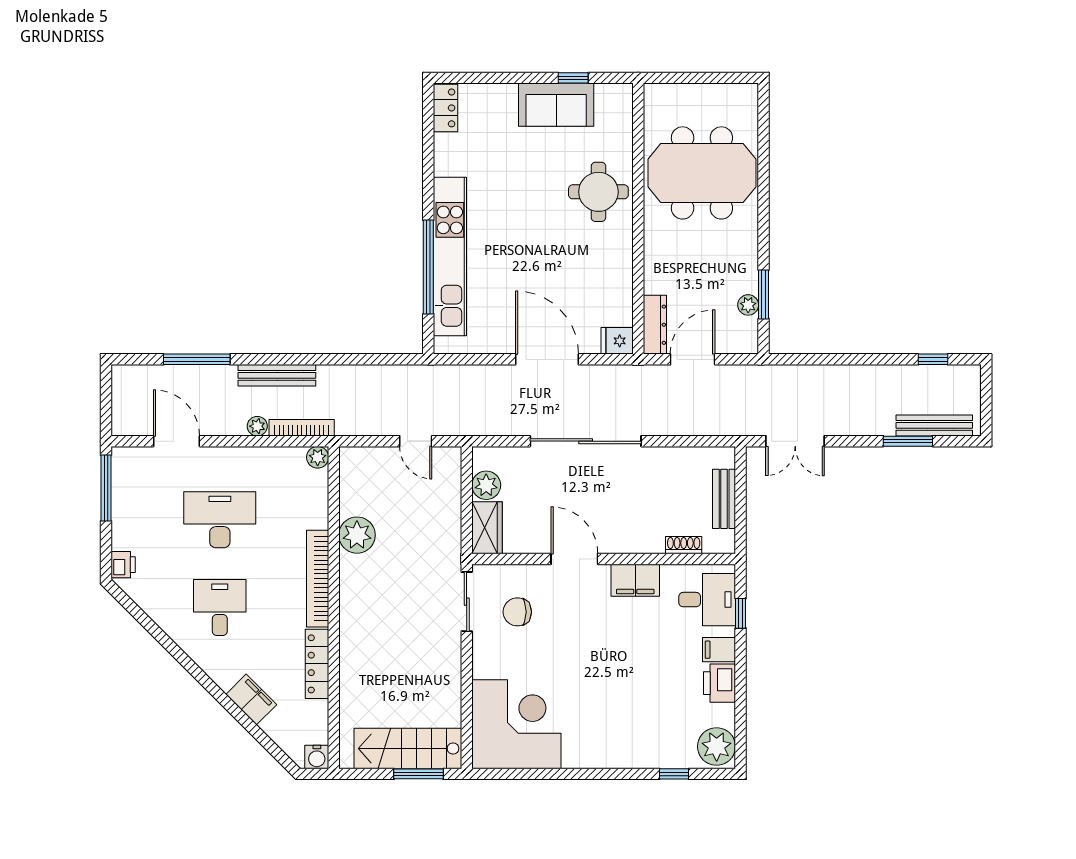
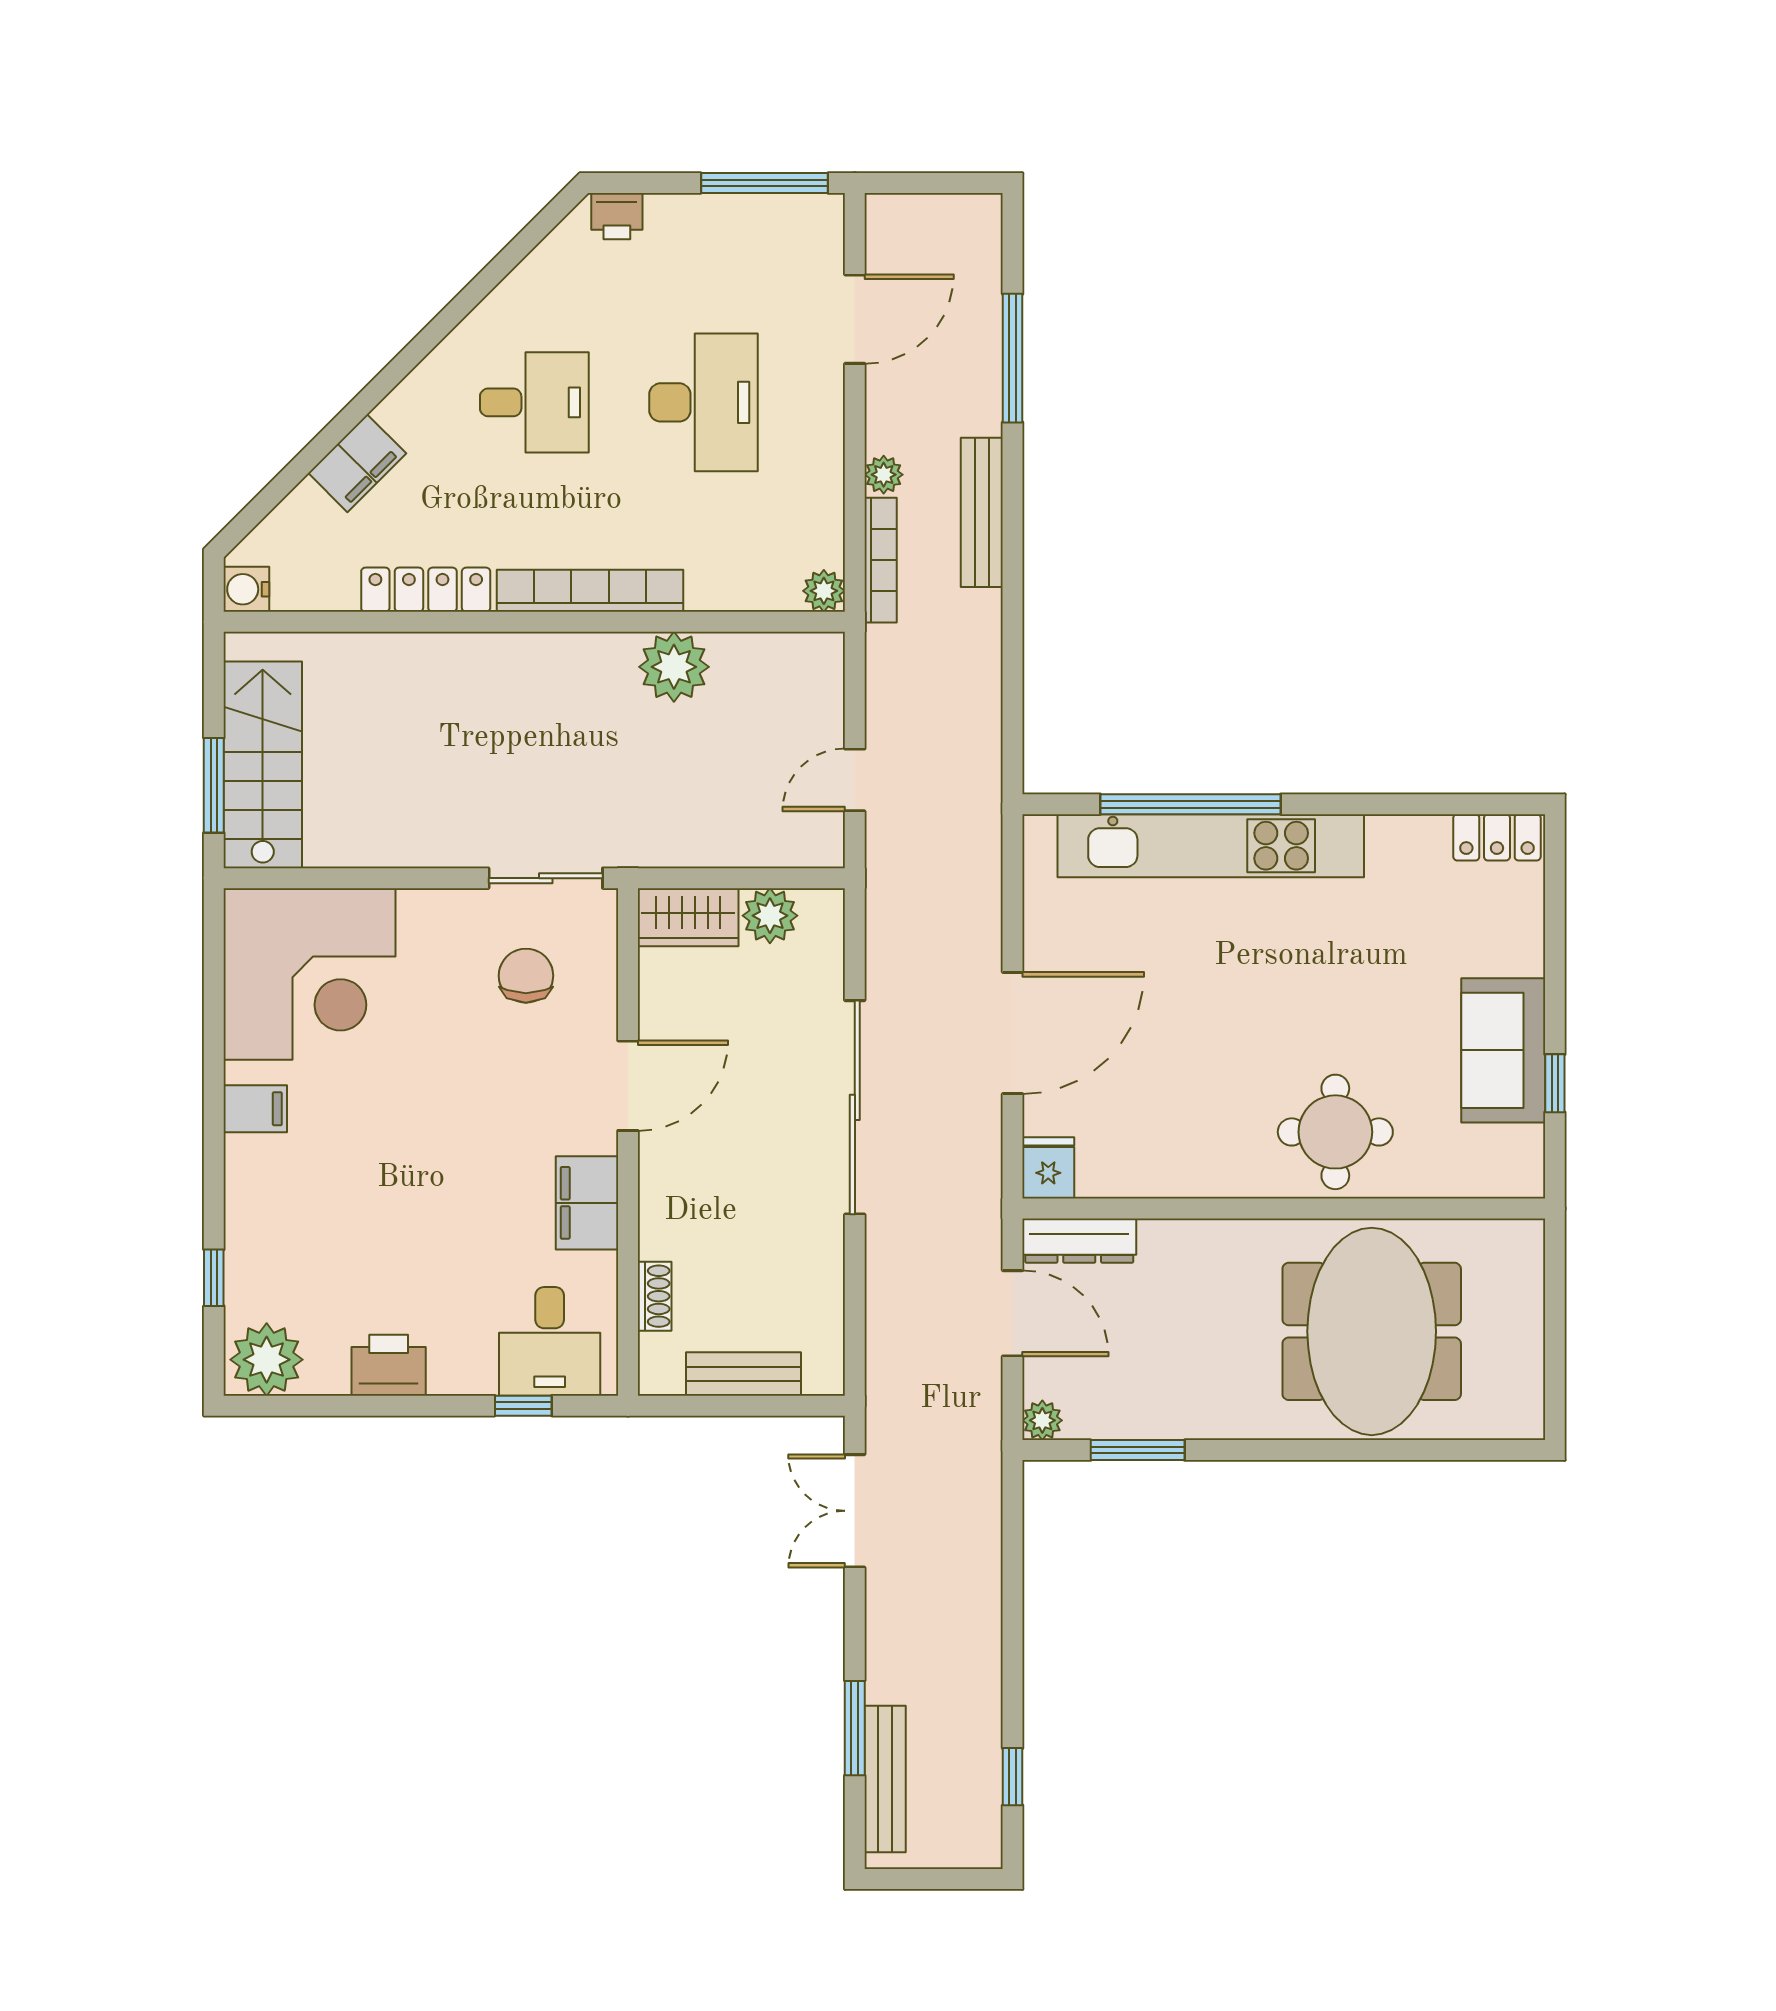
plant: (748, 305) -> (1042, 1420), moved
filing cabinet: (719, 650) -> (255, 1109), moved, turned 90

